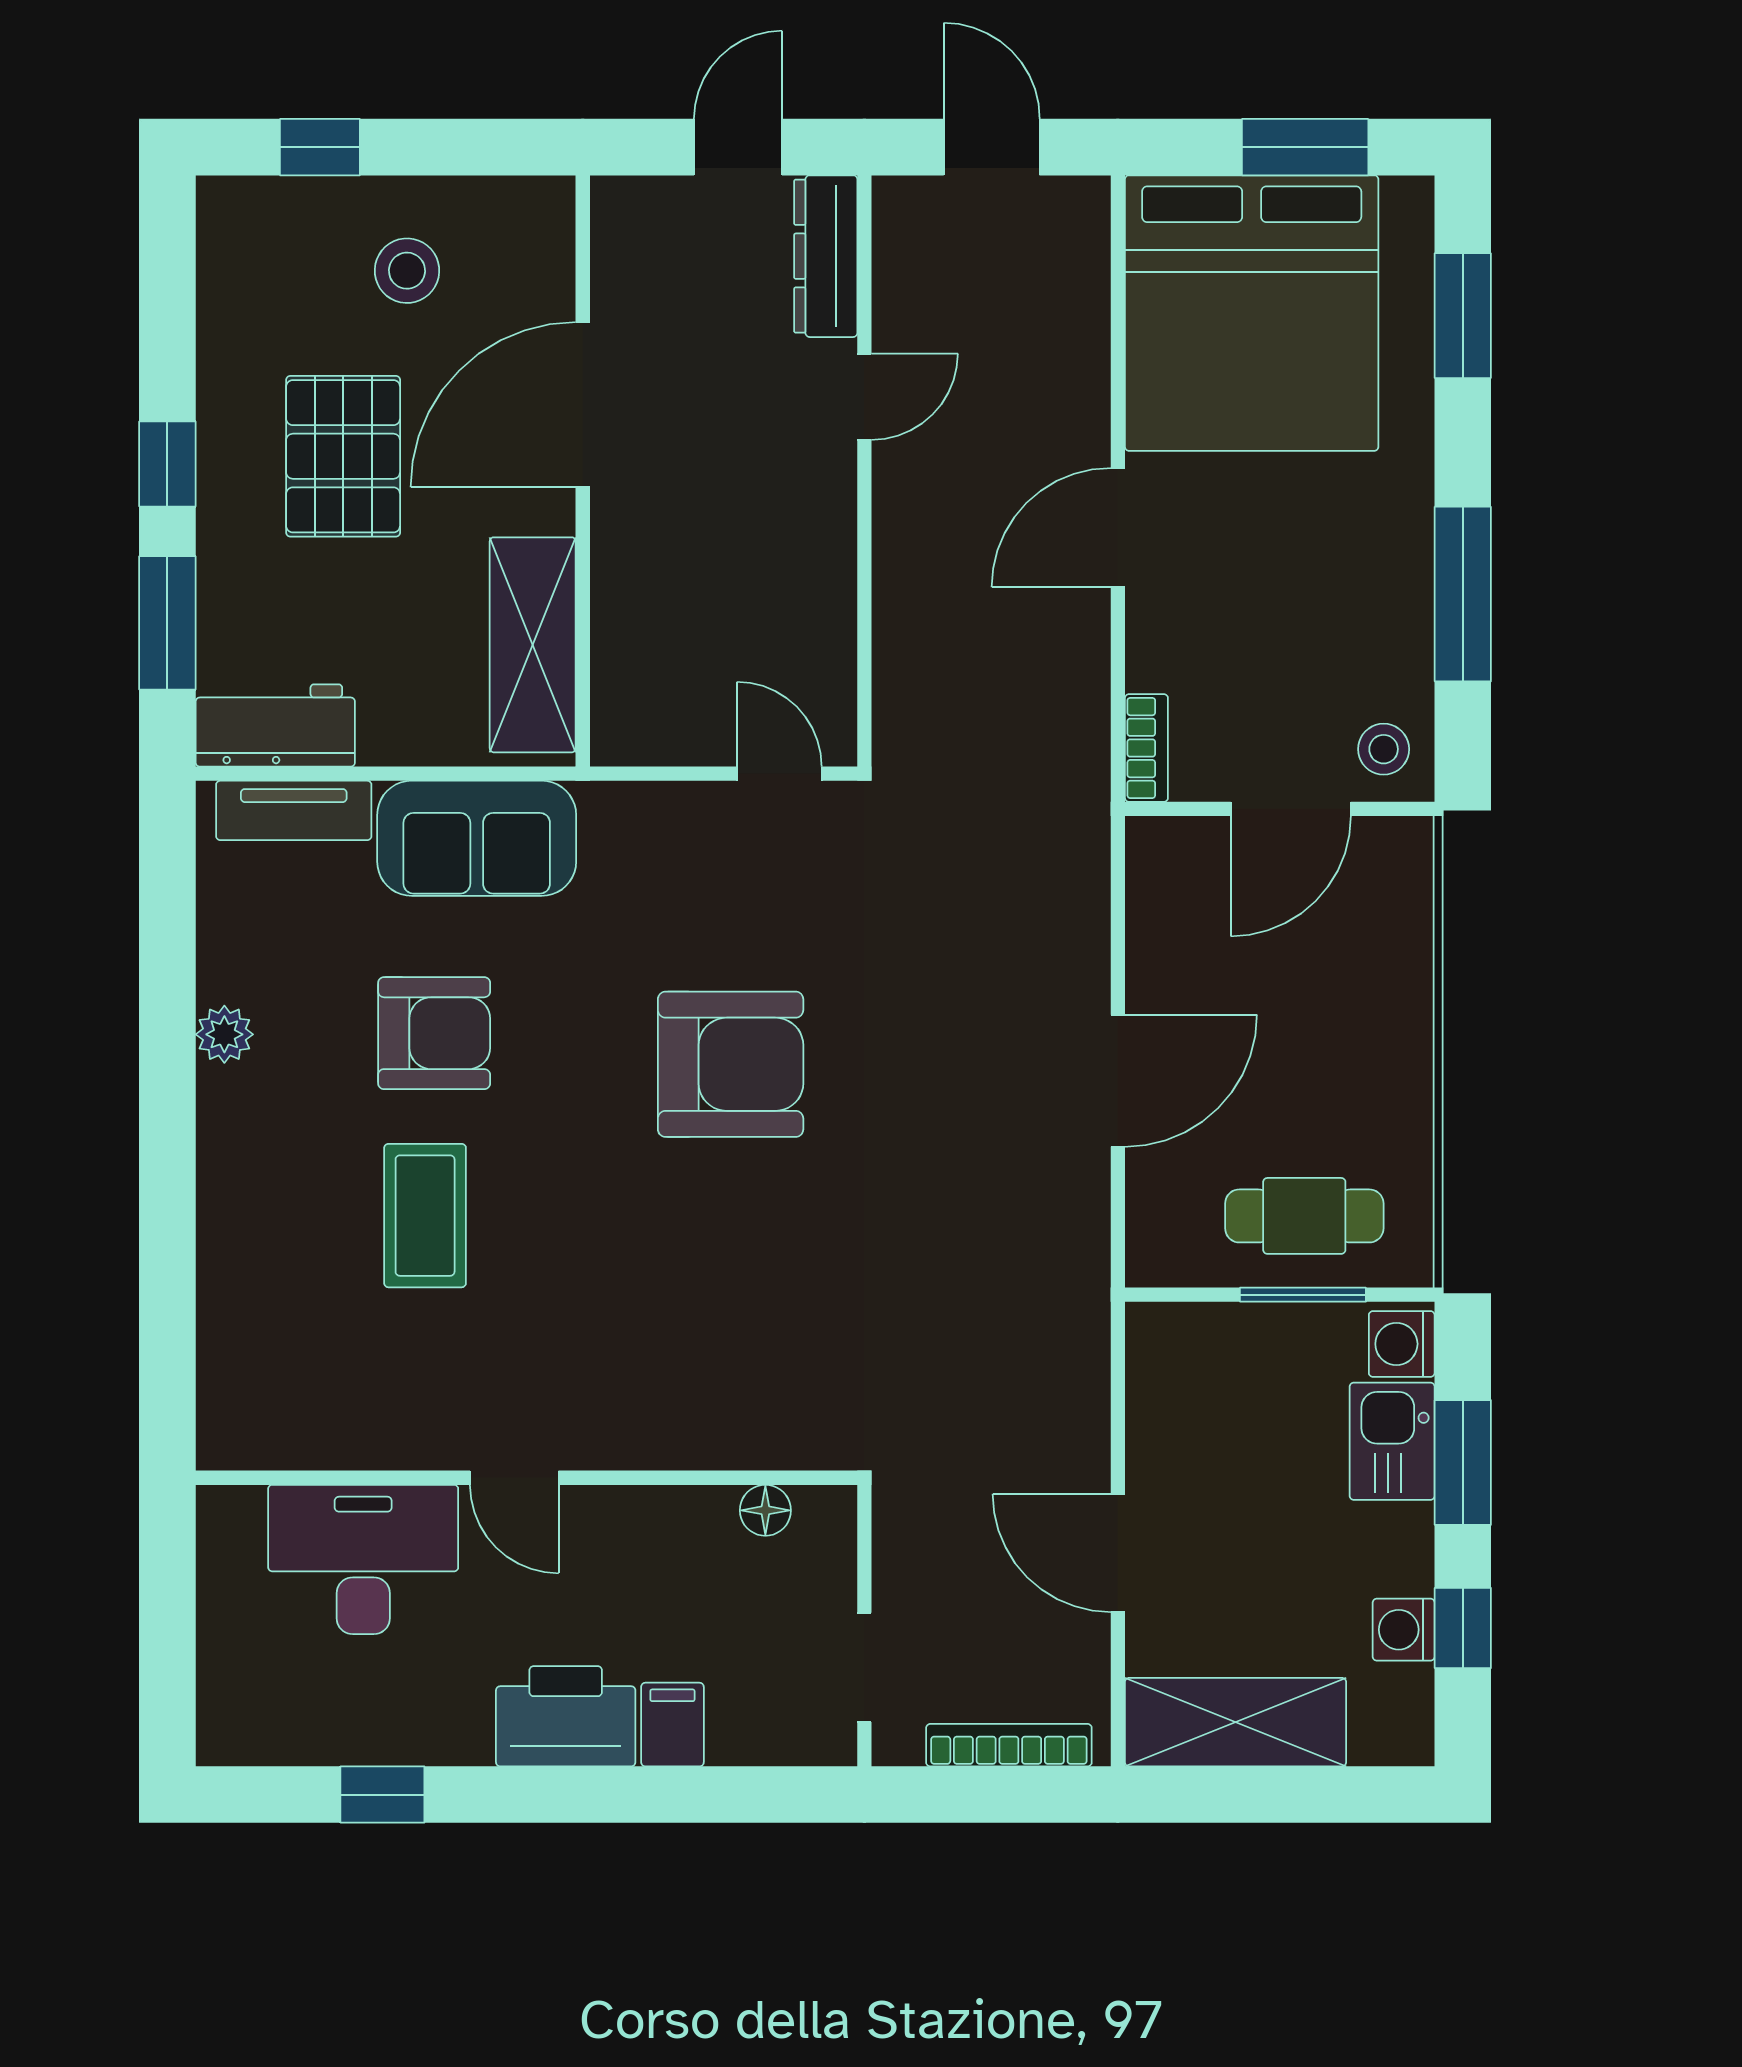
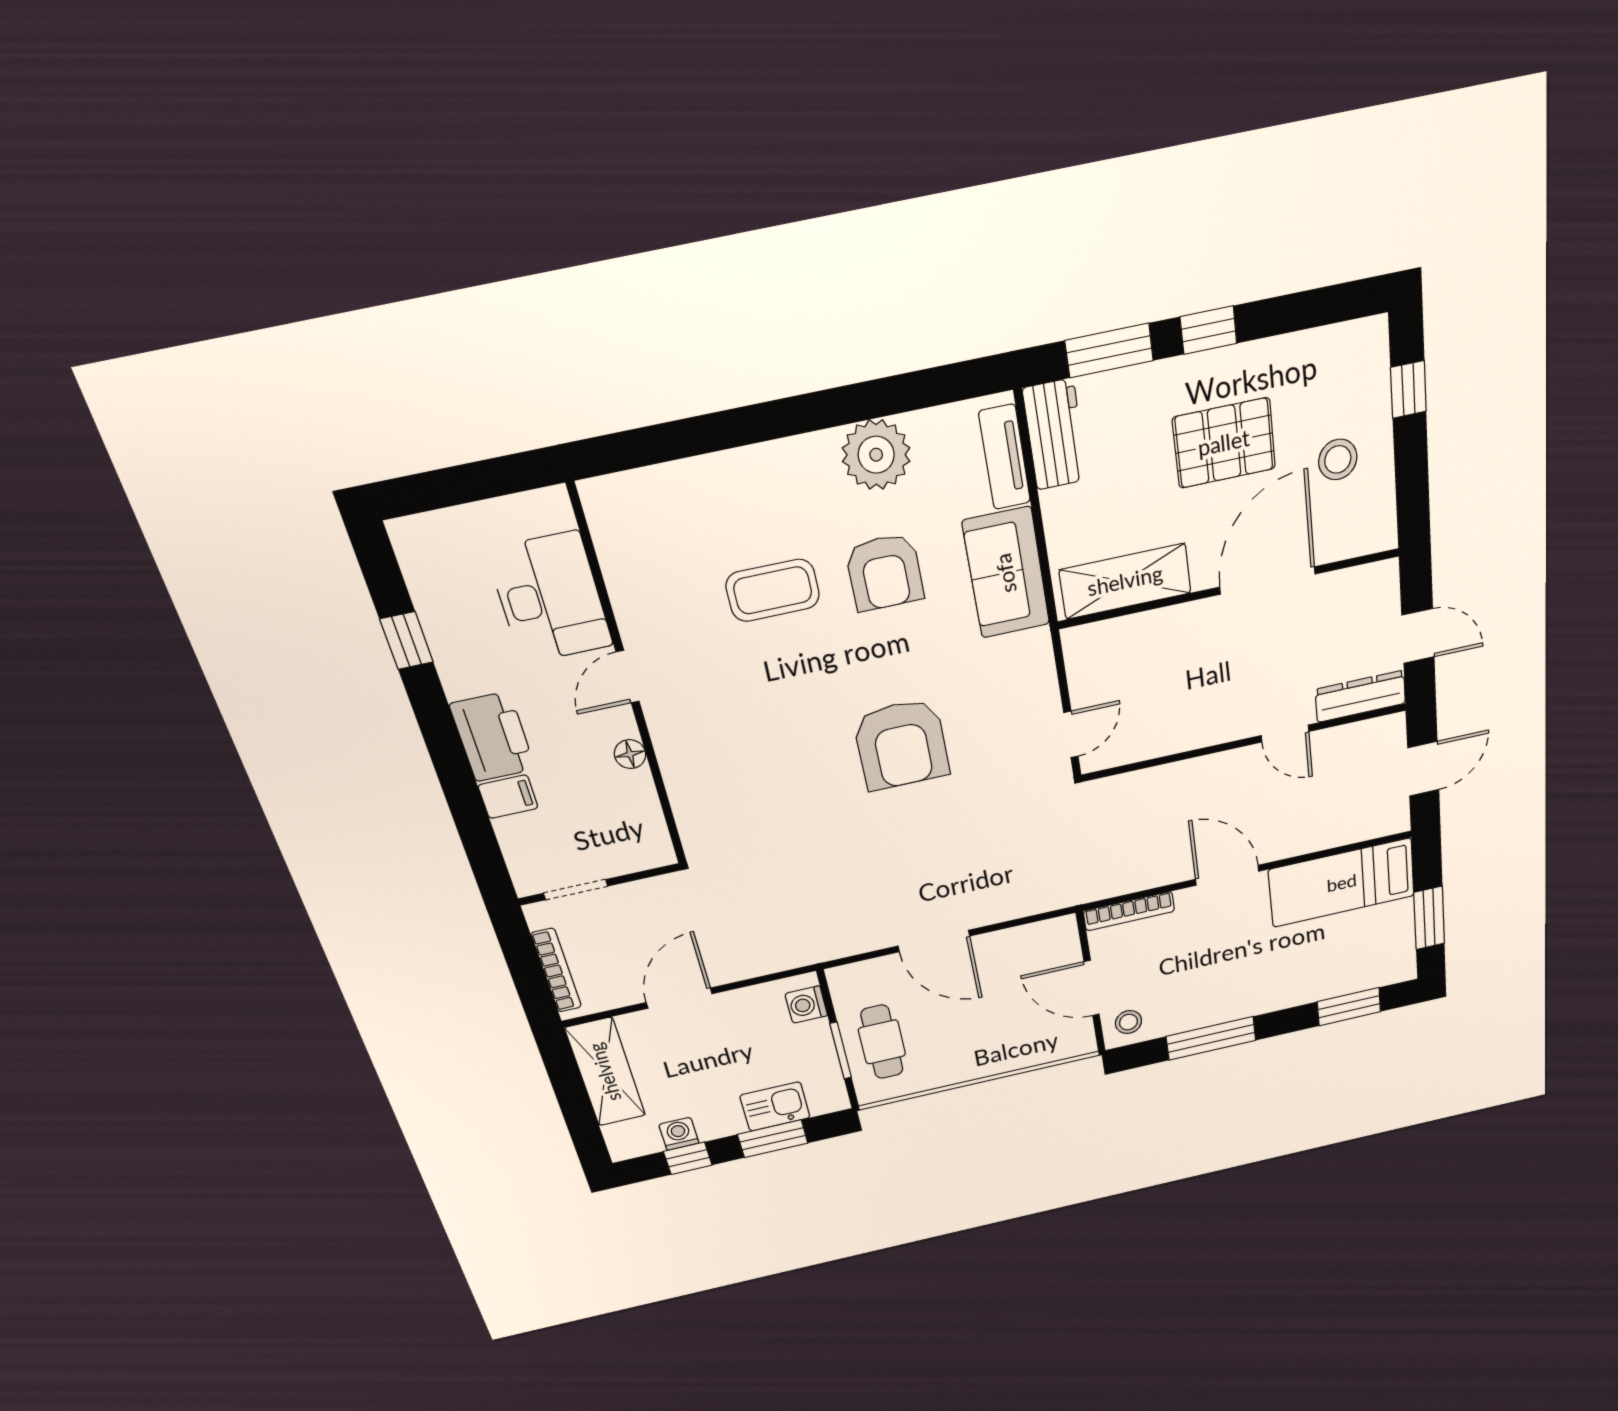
bed: (1252, 313) -> (1342, 883), width x0.49
door: (583, 405) -> (1267, 581), hinge flipped
bookcase: (1146, 748) -> (1129, 911), width x1.56
plant: (224, 1034) -> (876, 455), width x1.87, depth x1.87
washing machine: (1402, 1344) -> (806, 1005), moved, turned -90
floor lamp: (765, 1510) -> (630, 754), moved

